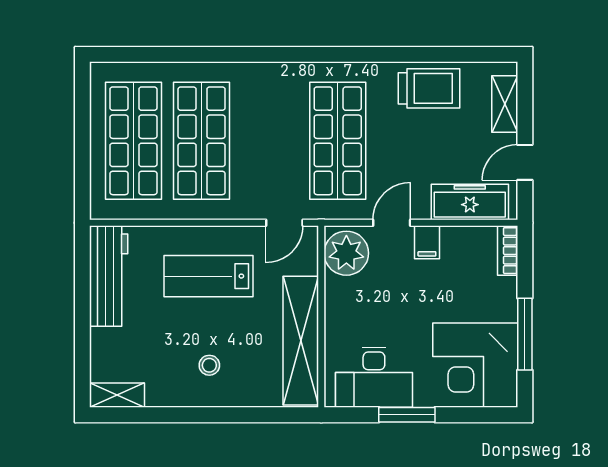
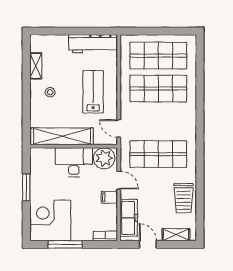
desk: (374, 377) -> (74, 162), moved, turned 90
shelving: (117, 395) -> (36, 66), moved

